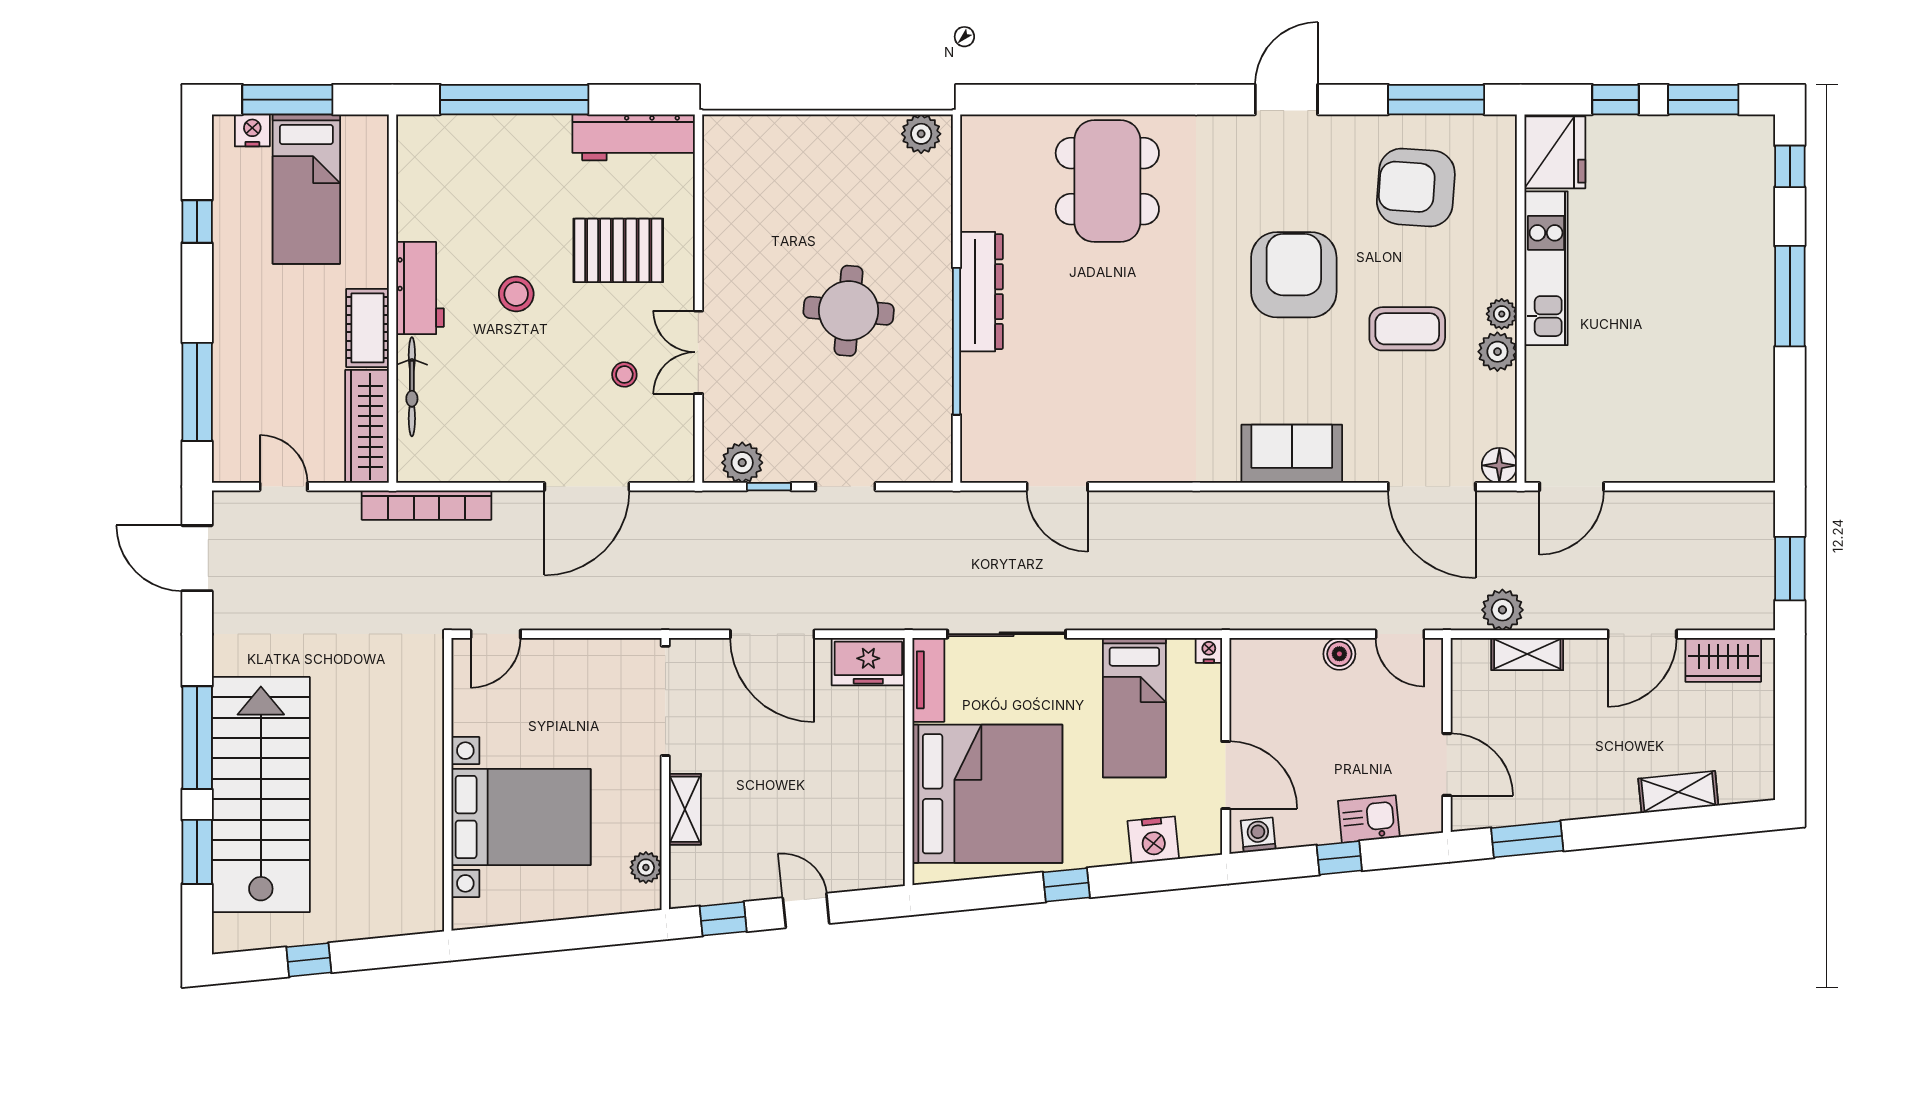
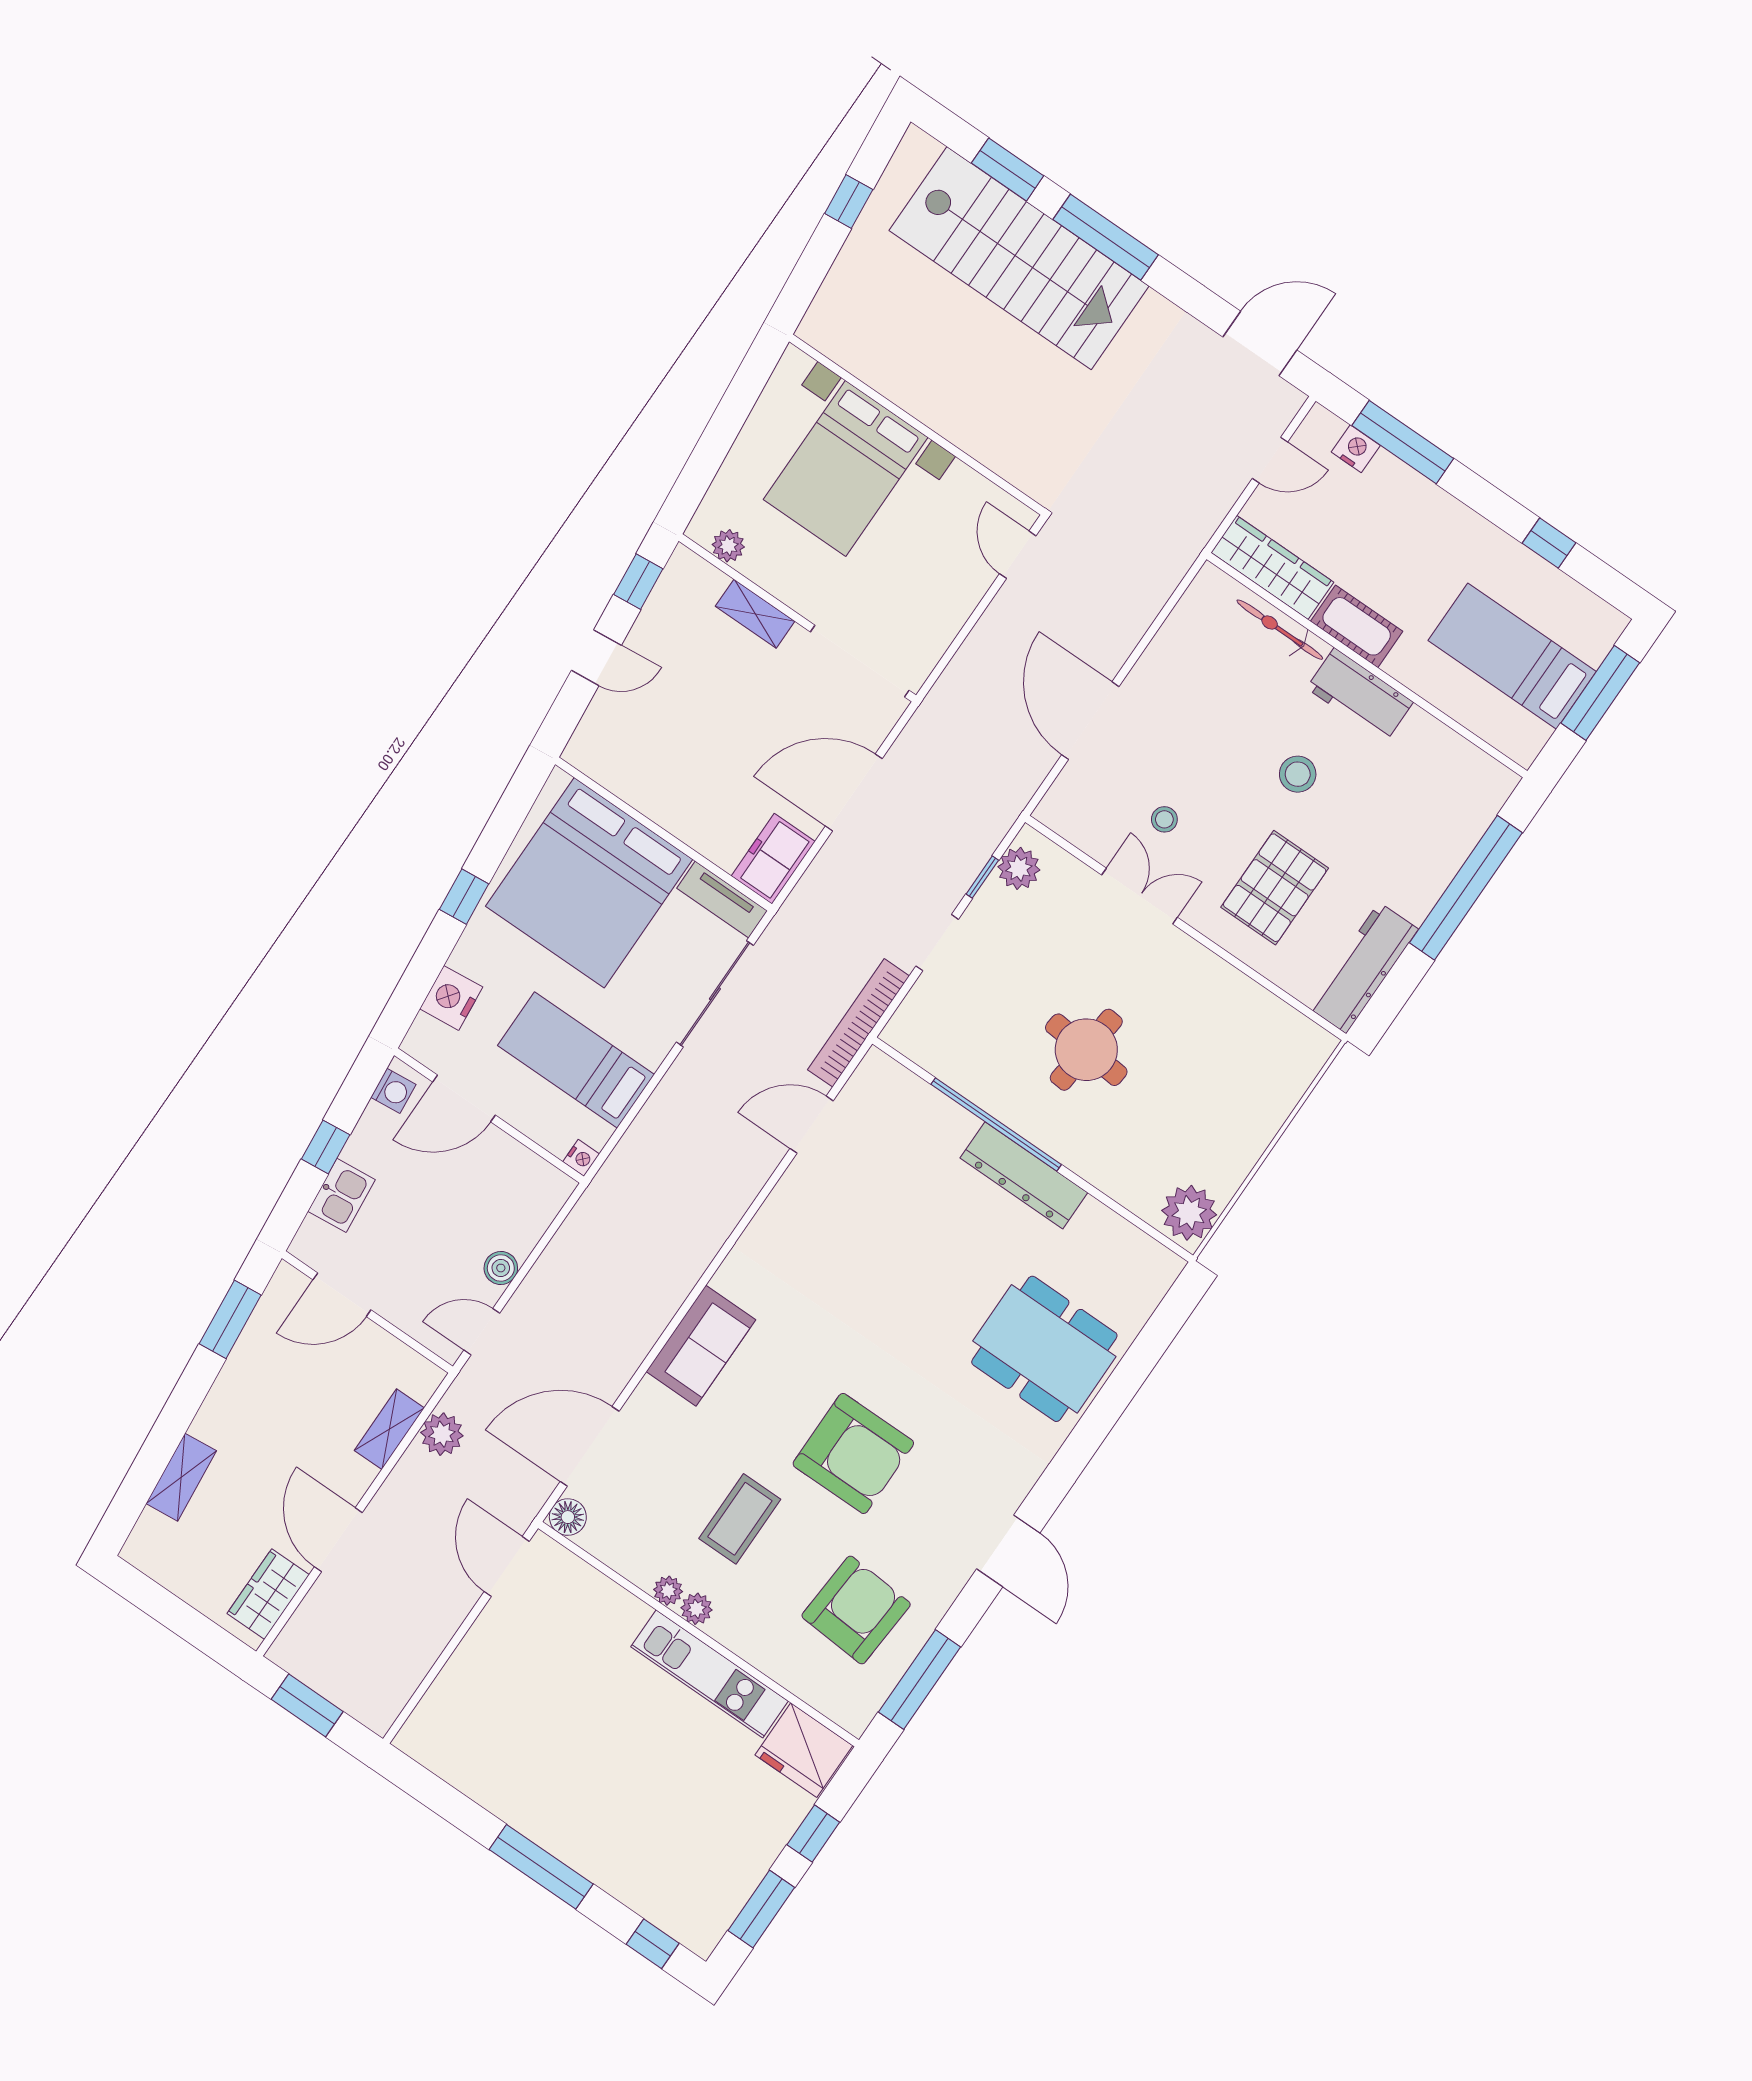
nightstand: (252, 130) -> (1356, 449), moved, turned -90
plant: (921, 134) -> (1189, 1213), width x1.36, depth x1.36
plant: (1497, 352) -> (668, 1591), width x0.73, depth x0.73
bookcase: (426, 505) -> (858, 1023), moved

